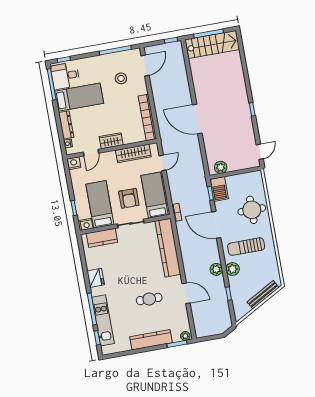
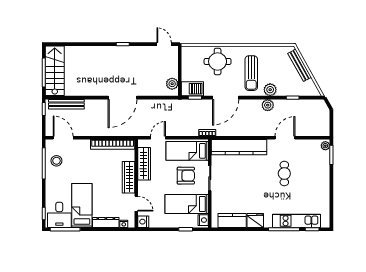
bench: (180, 63) -> (66, 104), added
stool: (121, 78) -> (56, 161), moved
wardrobe: (111, 141) -> (128, 177), width x1.50
door: (163, 163) -> (158, 138), hinge flipped
kitchen counter: (102, 238) -> (232, 220), moved, turned -90
kitchen counter: (151, 340) -> (323, 179), removed

